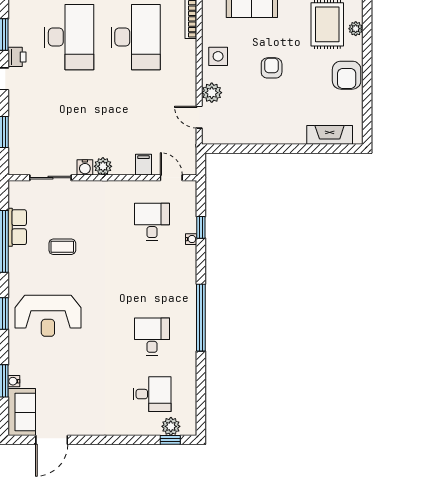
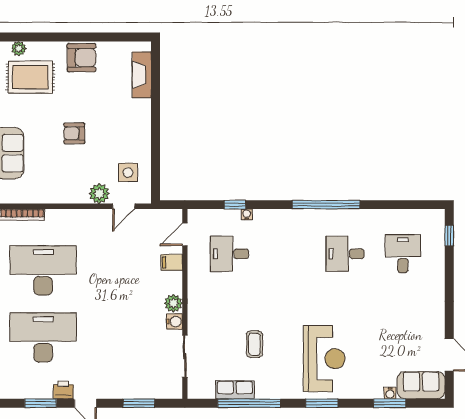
plant: (356, 29) -> (19, 48), moved
side table: (218, 56) -> (128, 173), moved
plant: (171, 426) -> (436, 235), removed

